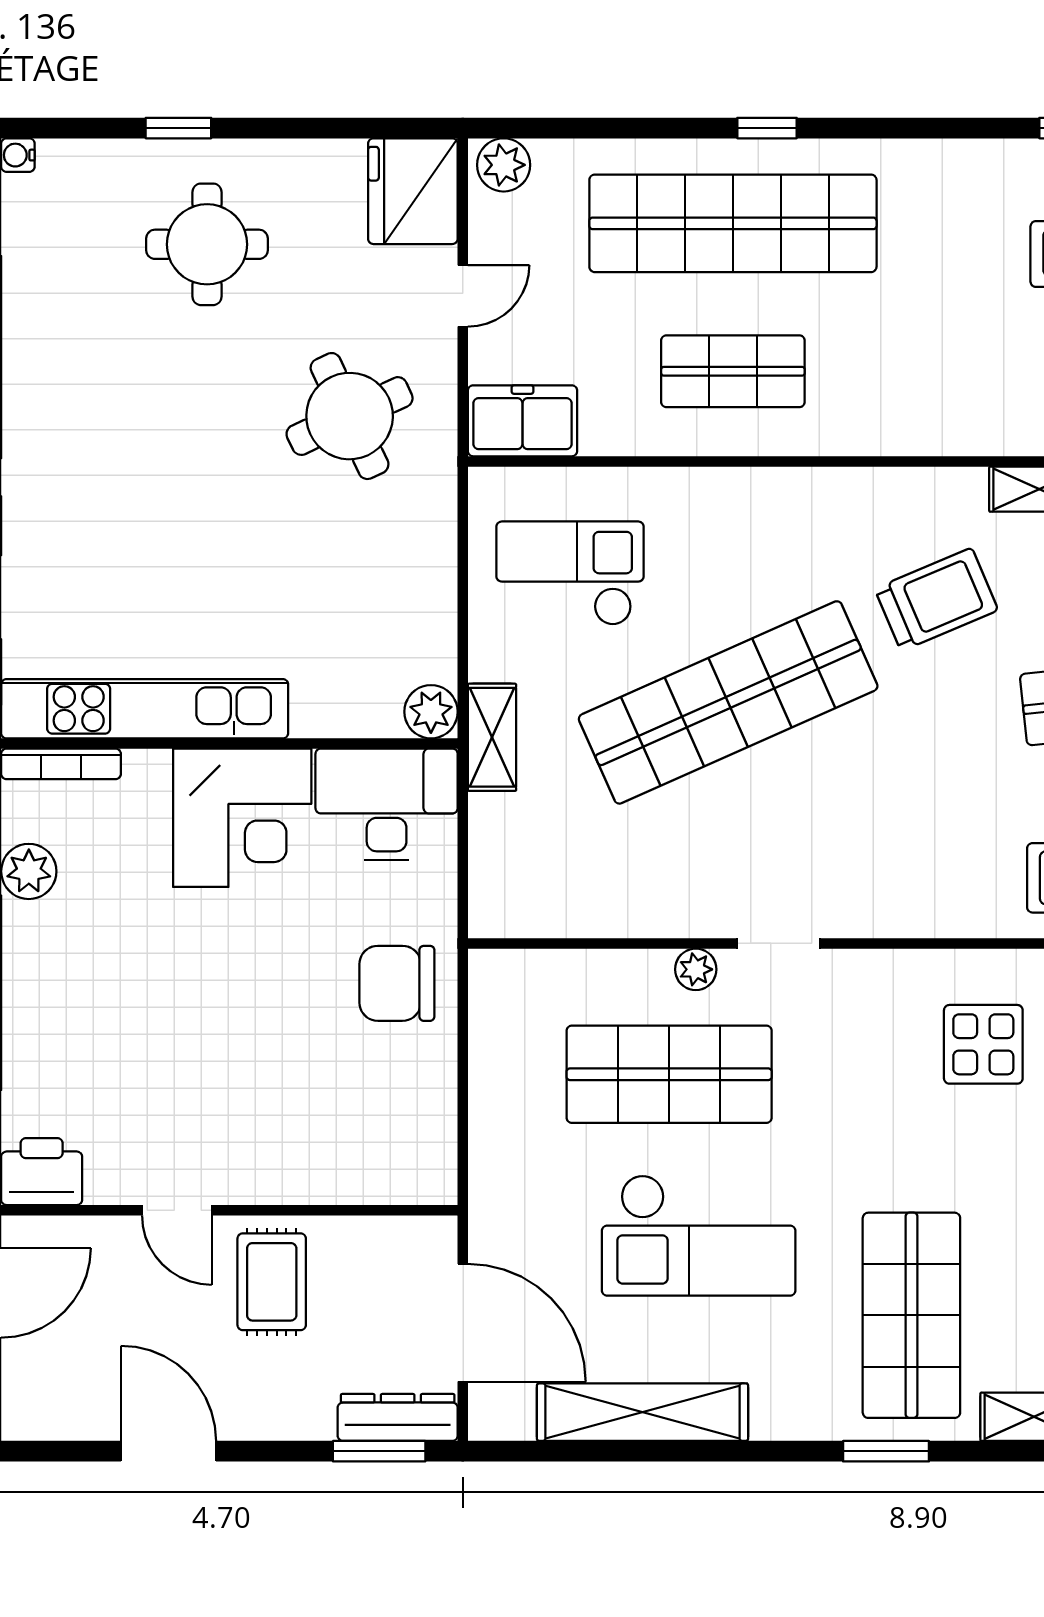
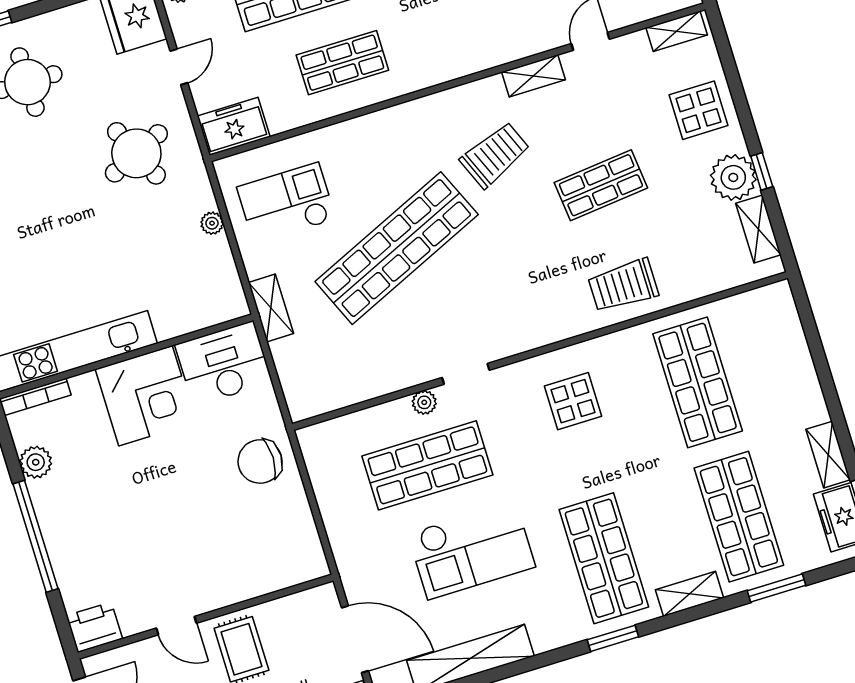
plant: (431, 712) -> (212, 223), moved, width x0.73, depth x0.73
display table: (983, 1044) -> (573, 401), moved

